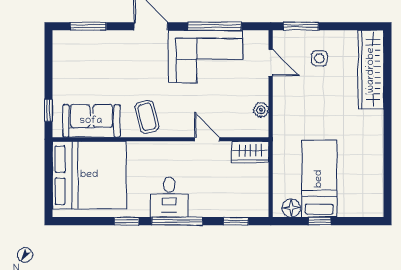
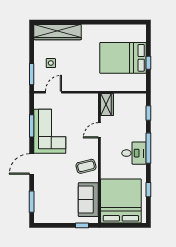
window: (215, 26) -> (32, 126), width x0.69
plant: (261, 110) -> (82, 98), removed
bed: (319, 179) -> (123, 58), width x1.50
floor lamp: (291, 208) -> (141, 80), removed
window: (127, 221) -> (148, 190), moved

